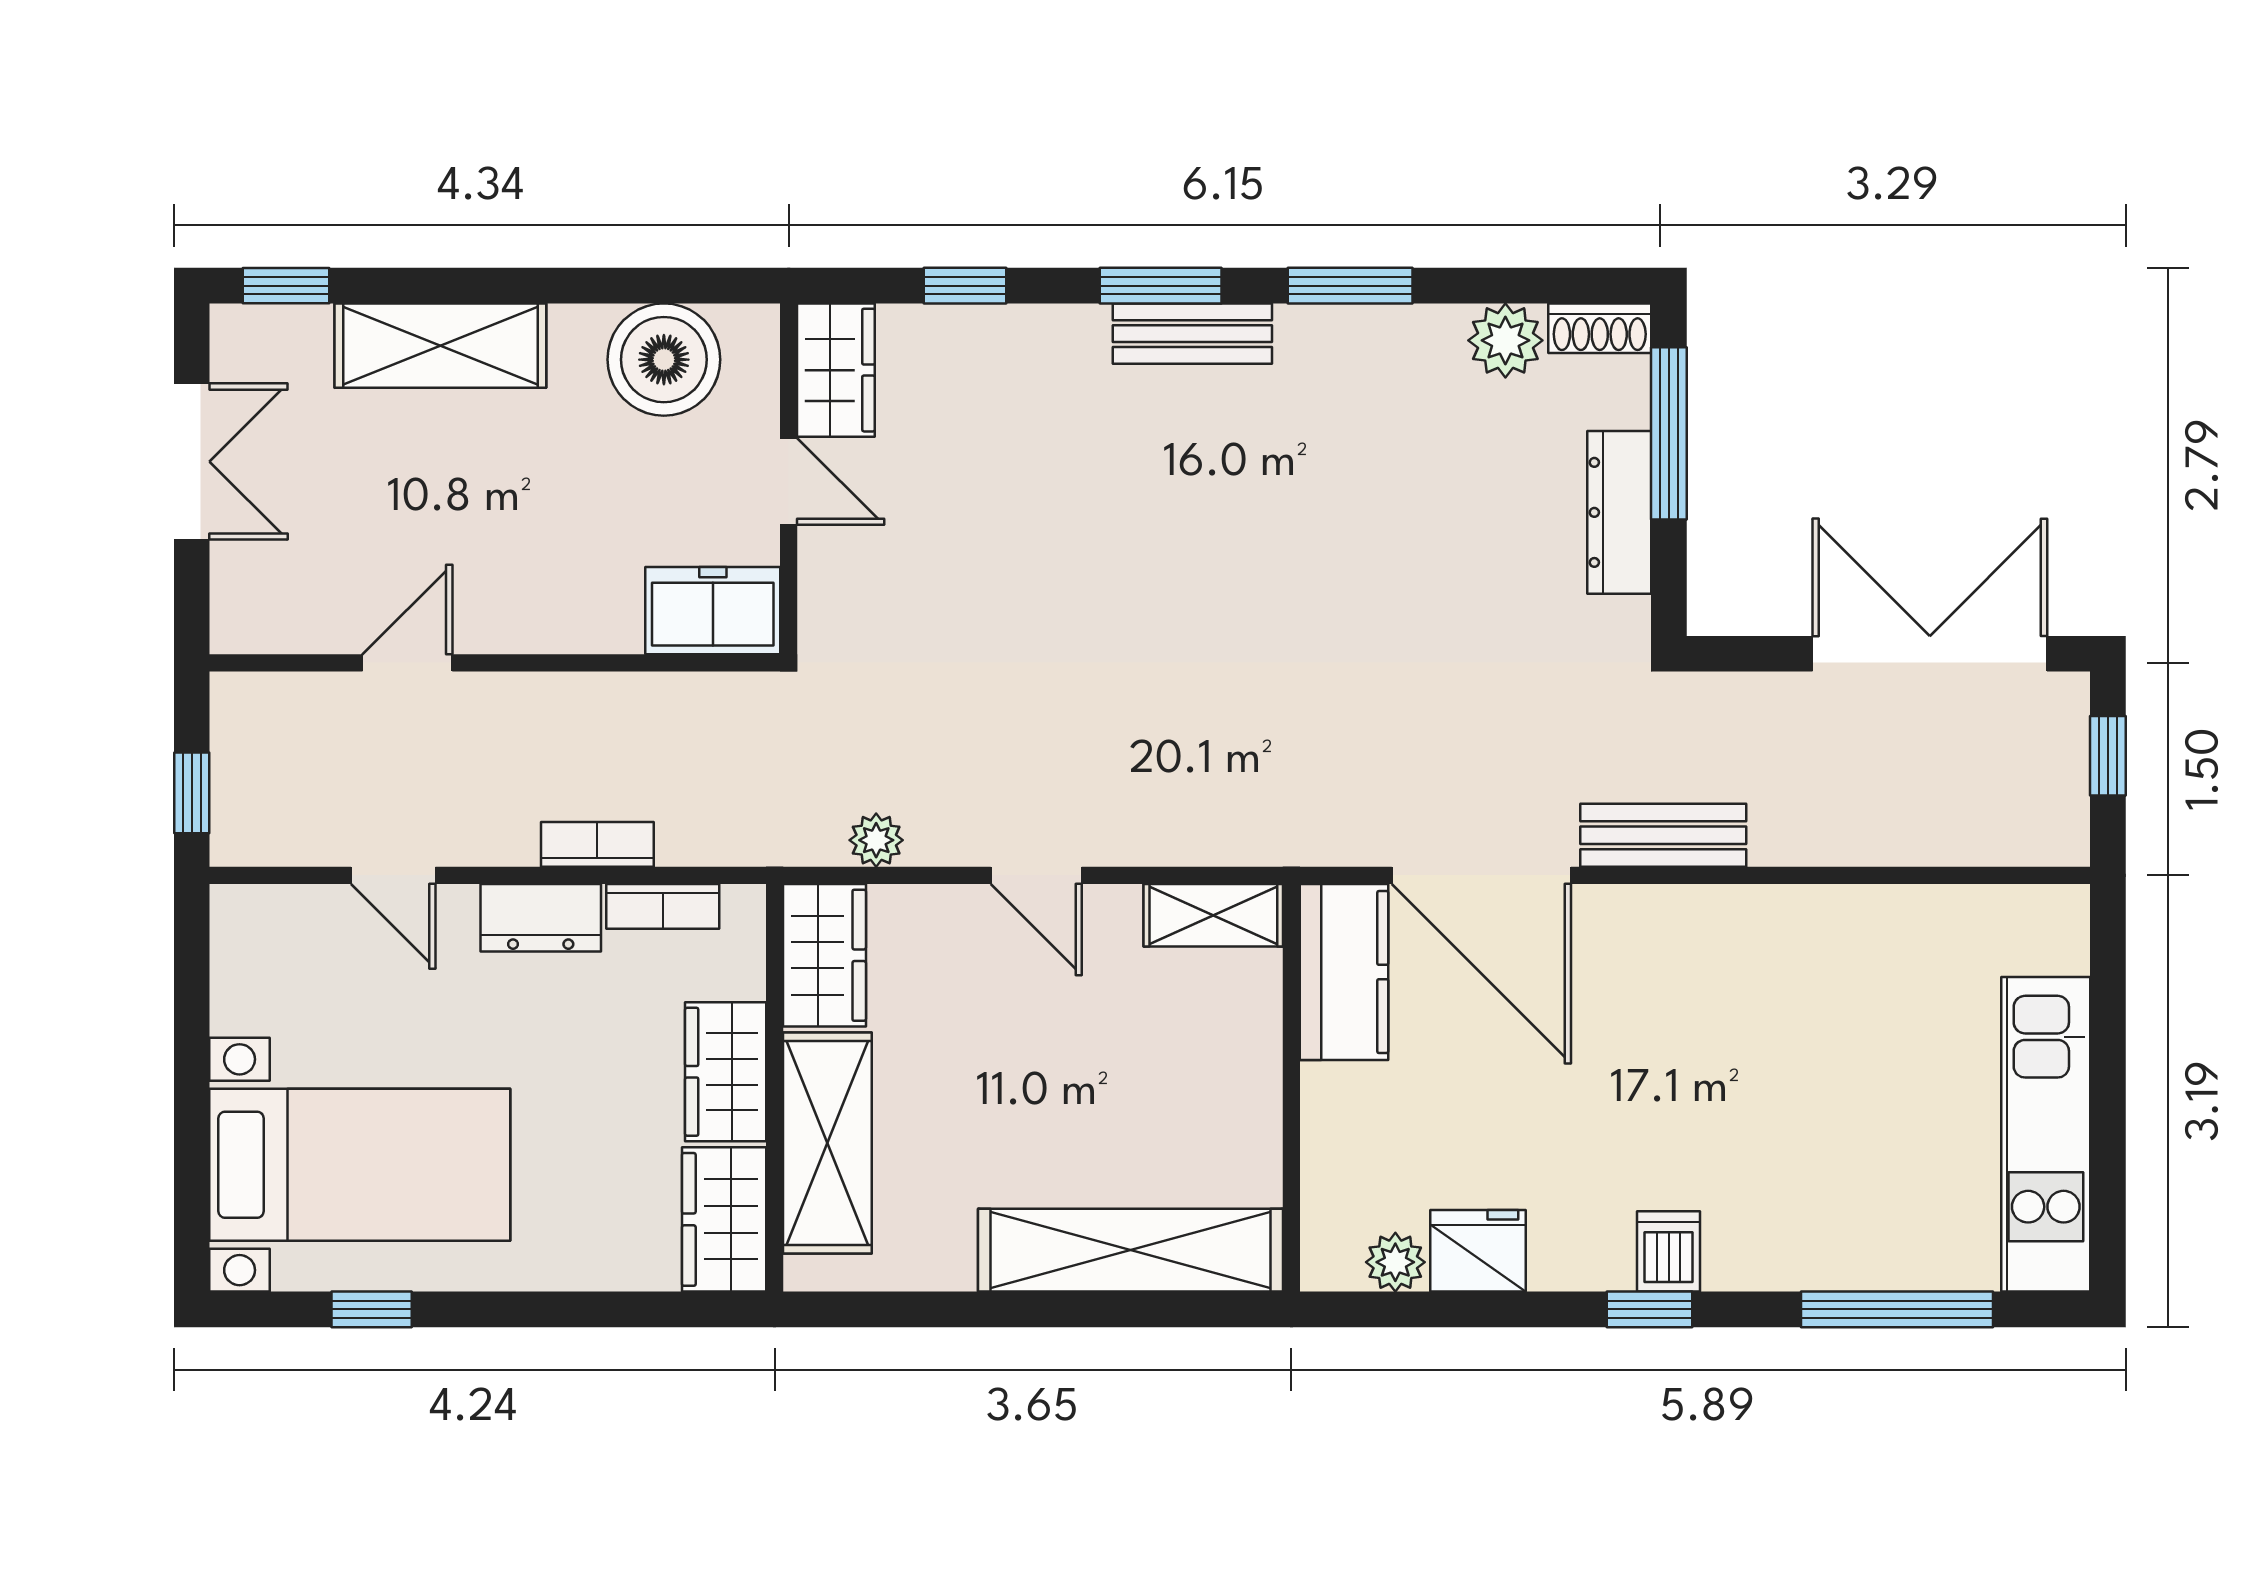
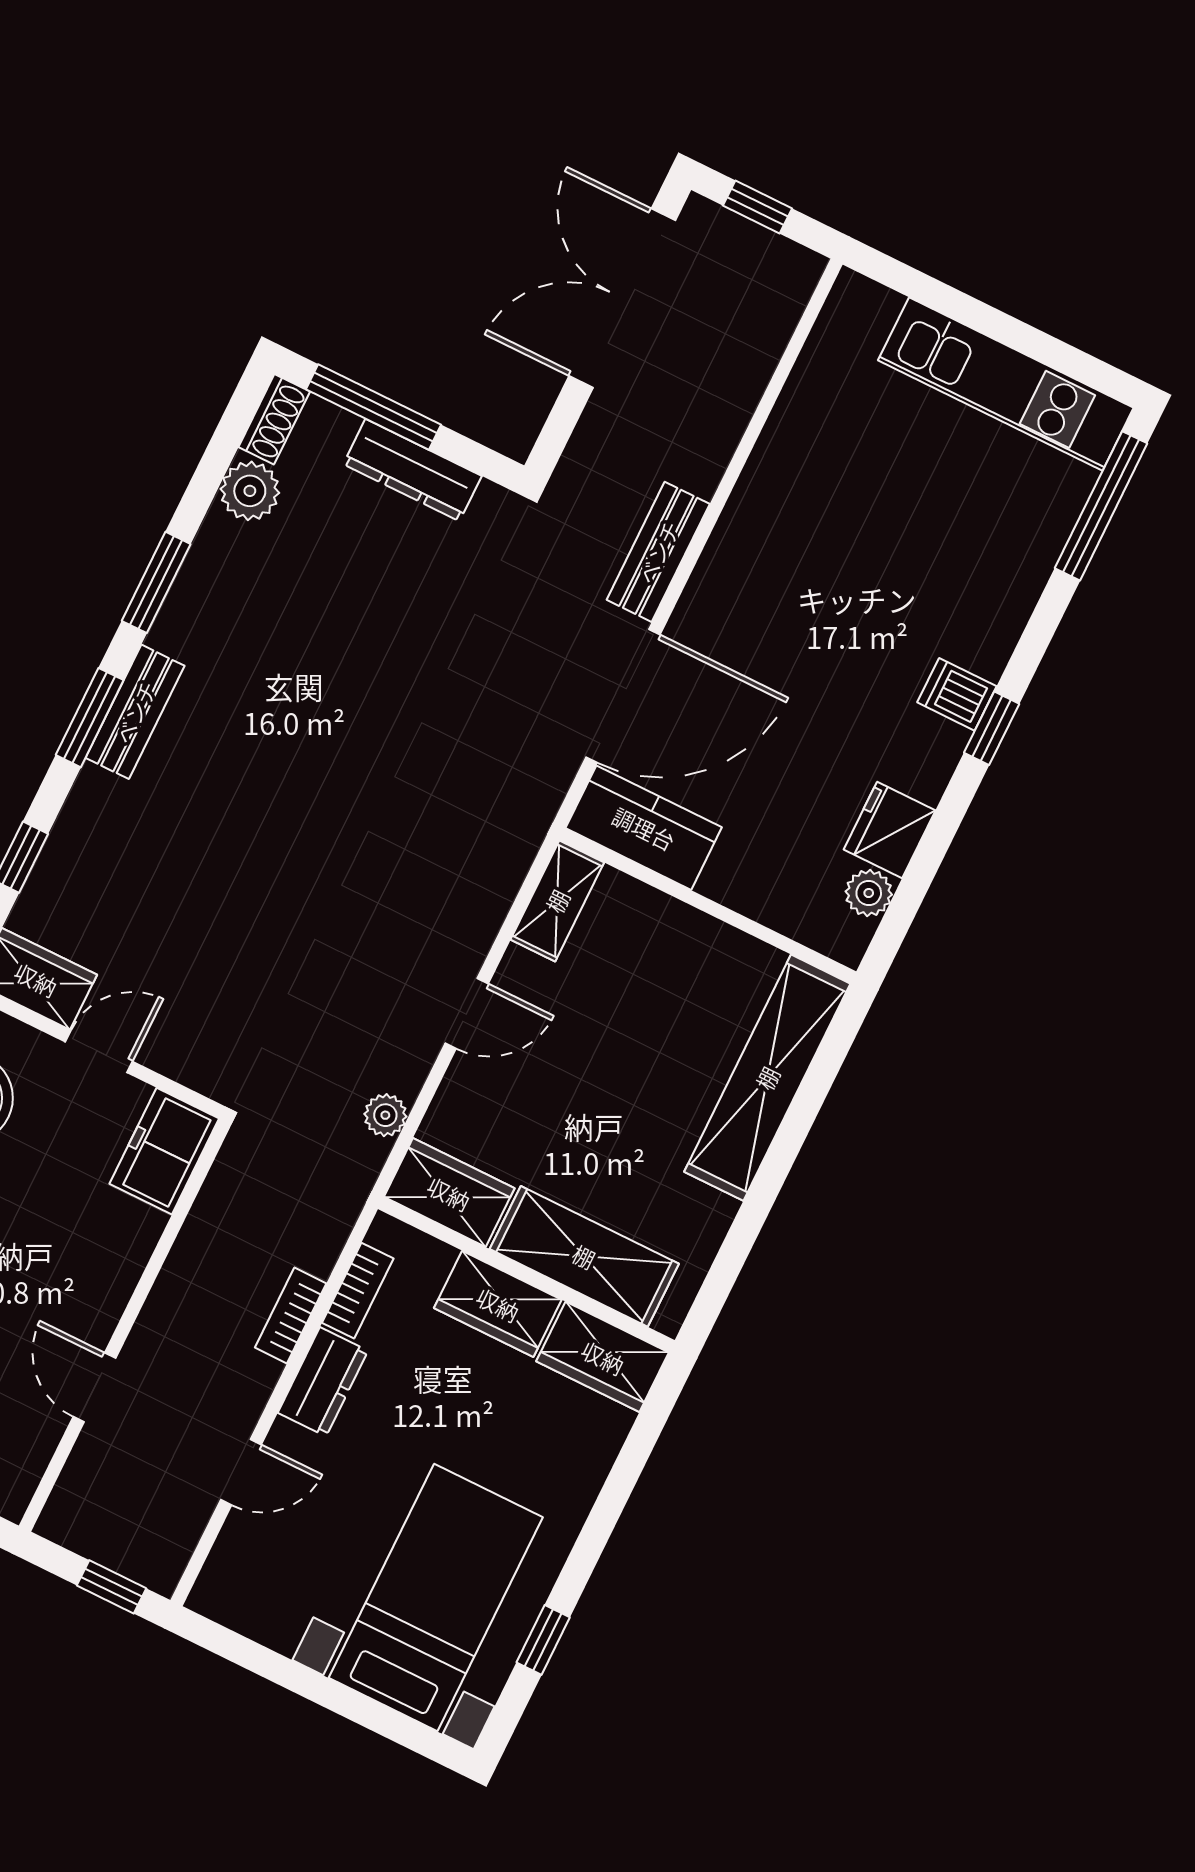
window: (1897, 1309) -> (1101, 506), moved

